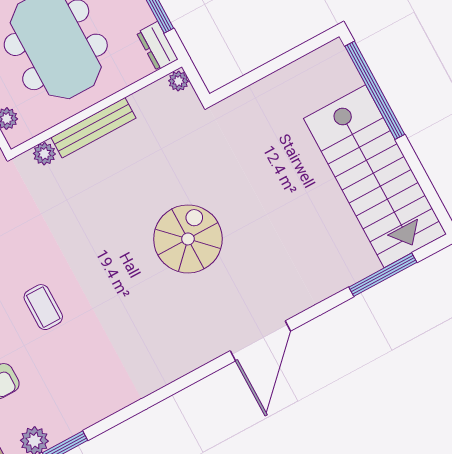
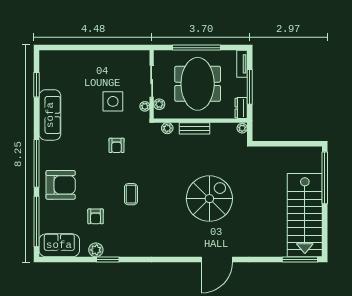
bench: (93, 128) -> (195, 128), width x0.73
spiral stairs: (188, 239) -> (209, 199), width x1.37, depth x1.37
window: (383, 275) -> (300, 260), moved

